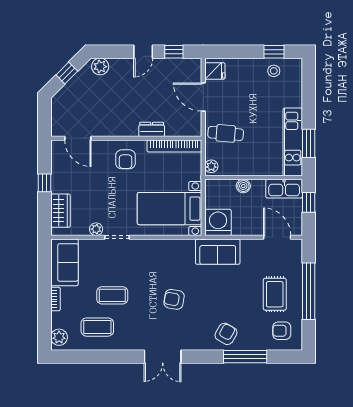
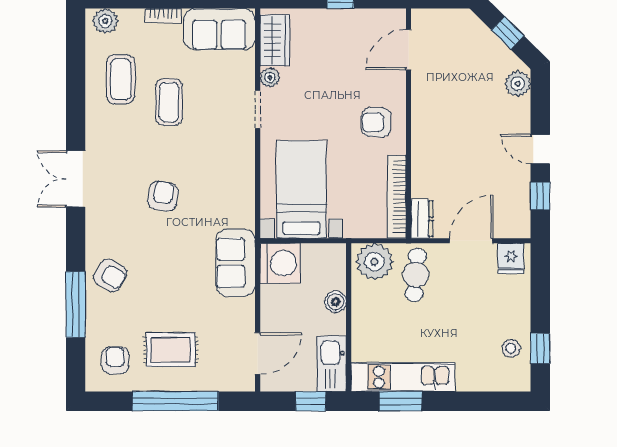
dresser: (152, 129) -> (422, 219), moved
plant: (211, 166) -> (374, 262), width x1.87, depth x1.87
wardrobe: (60, 211) -> (275, 40), moved, turned -90

